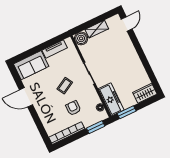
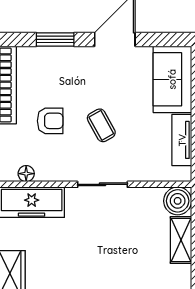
window: (38, 122) -> (55, 39), added

